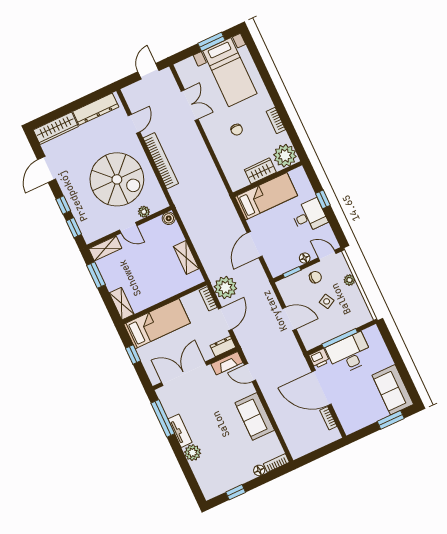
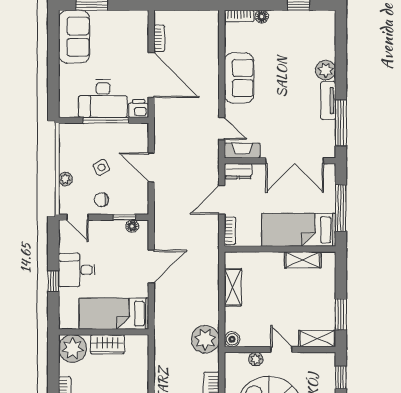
floor lamp: (305, 258) -> (132, 226), moved
plant: (225, 288) -> (205, 339), moved
shelving: (122, 304) -> (303, 260), moved, turned 90
window: (133, 355) -> (341, 208), width x2.17

